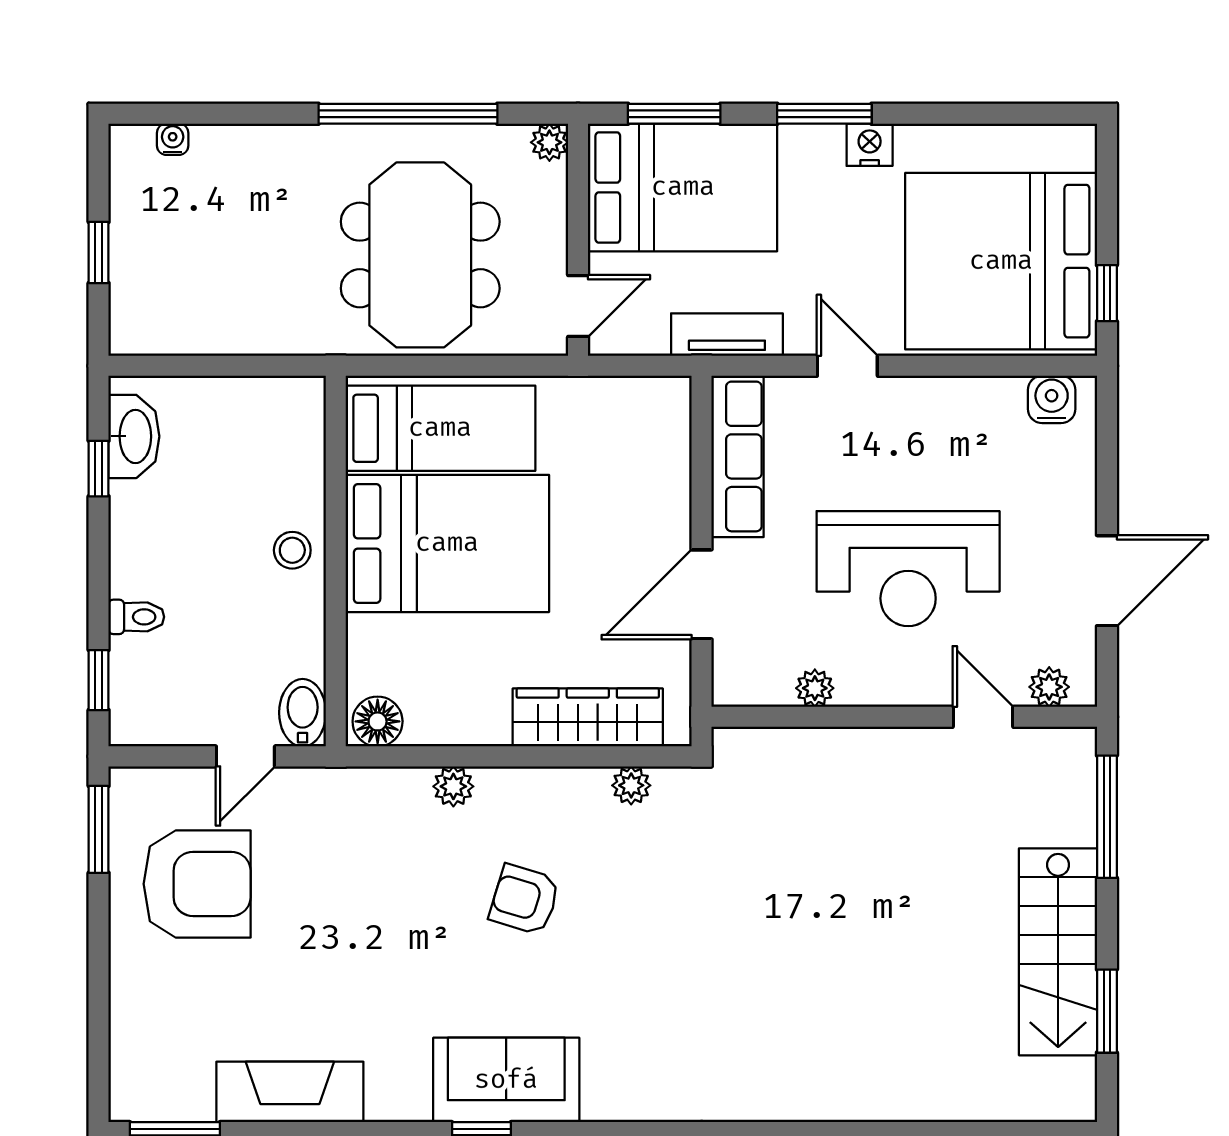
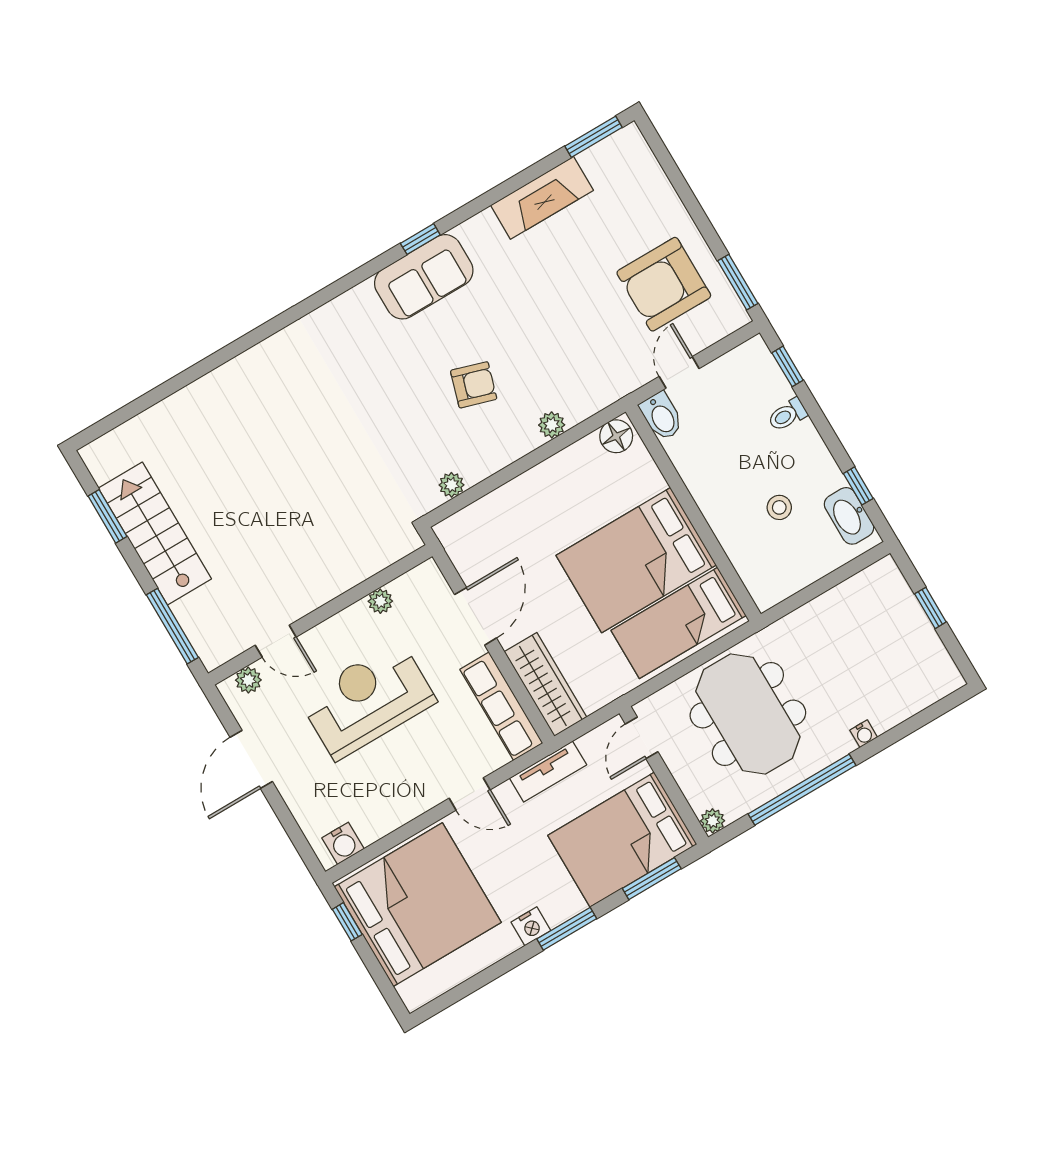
water cooler: (173, 139) -> (864, 734), moved
stool: (292, 550) -> (779, 507), moved
wardrobe: (588, 717) -> (546, 684), moved, turned -90

